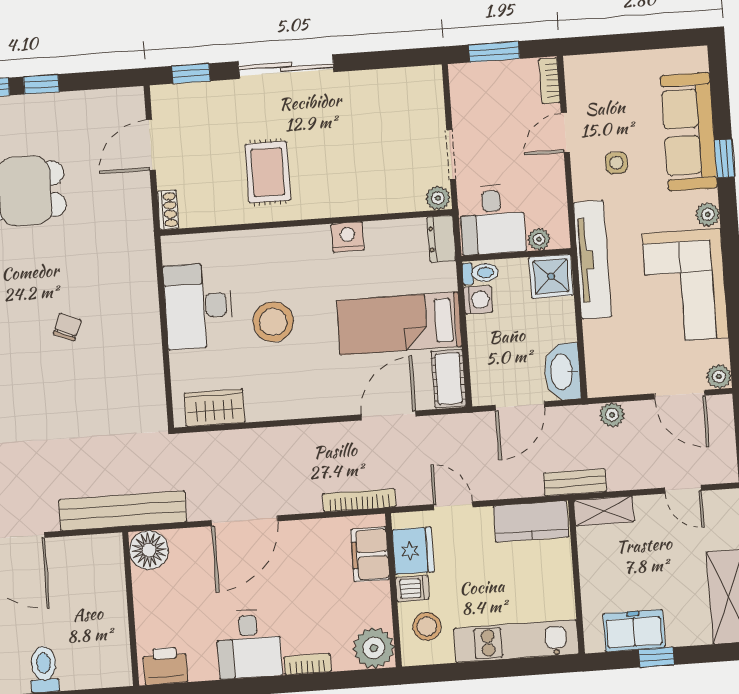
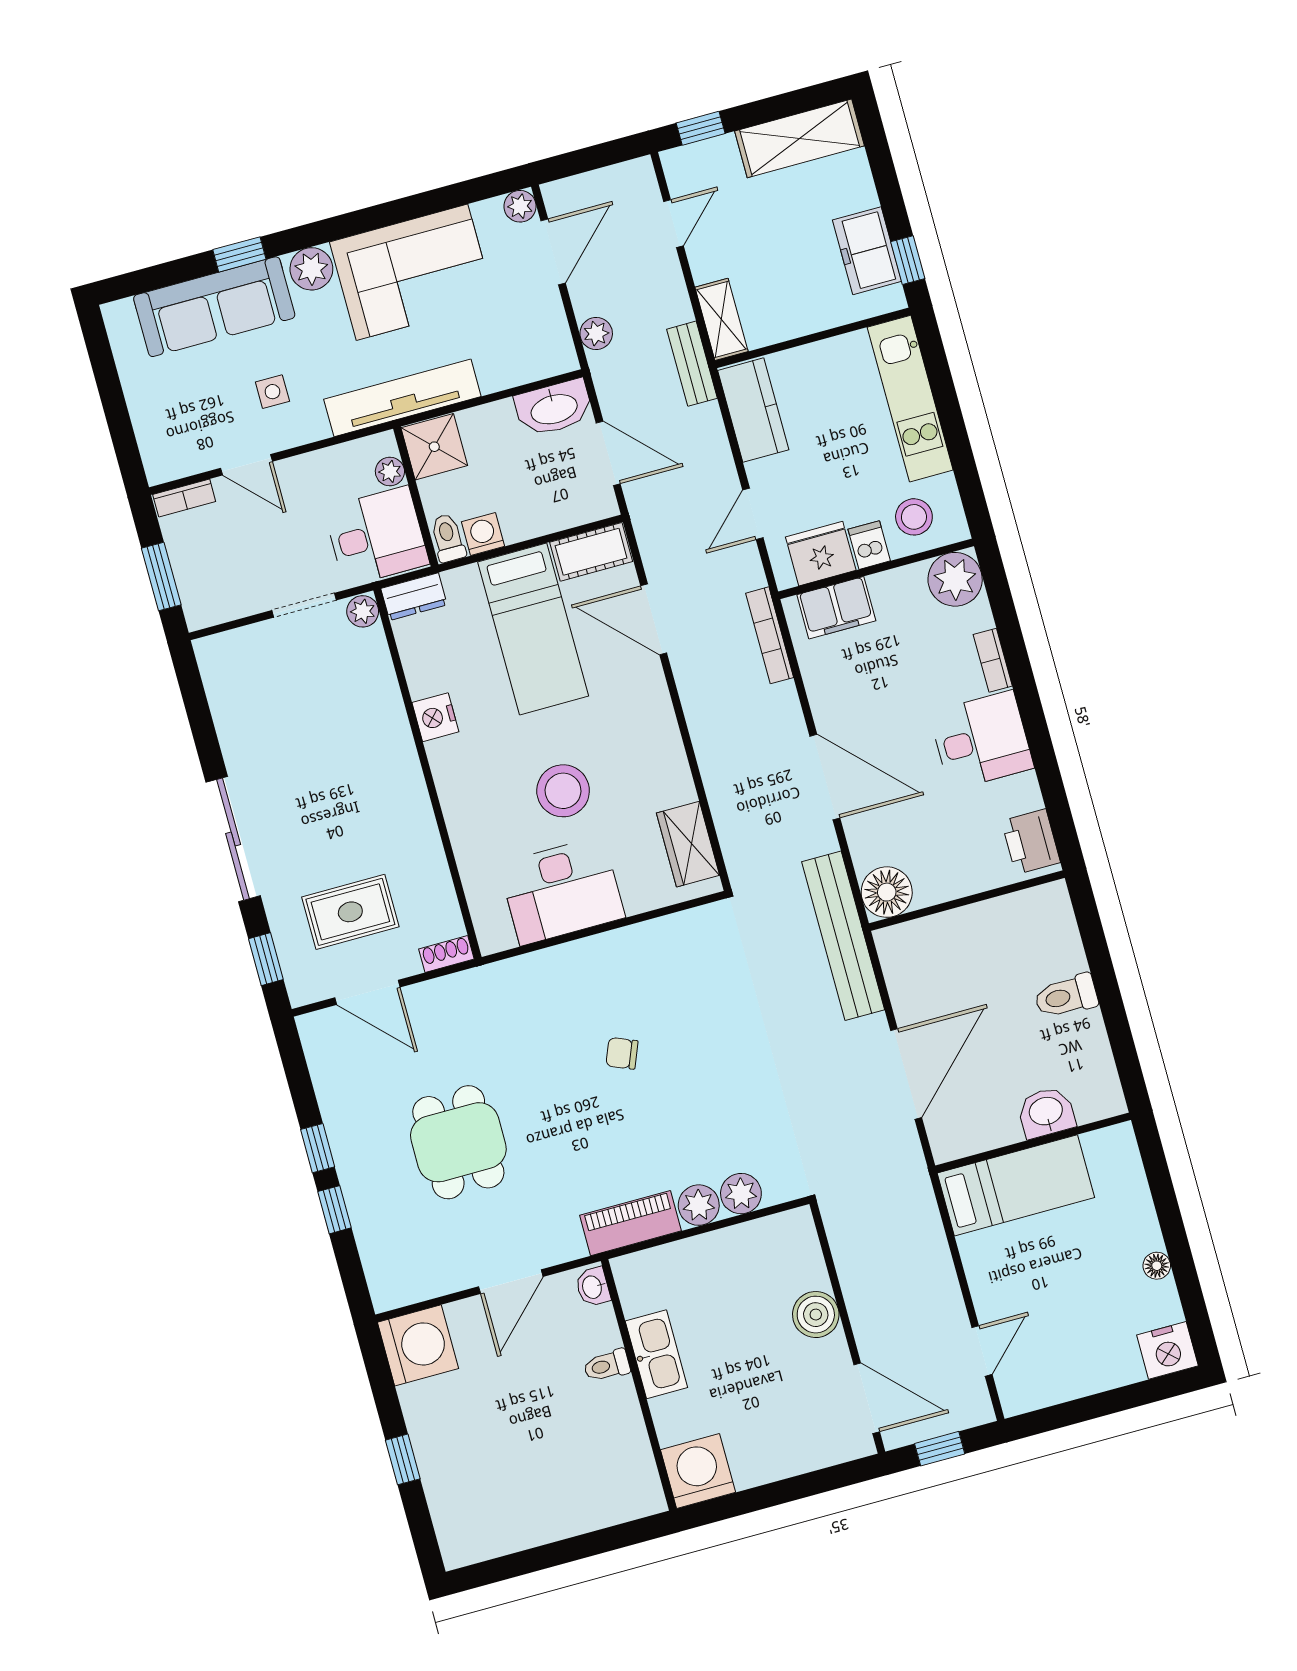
rug: (268, 172) -> (350, 912), moved
plant: (708, 215) -> (311, 269), width x1.38, depth x1.38
window: (657, 657) -> (908, 260), moved

